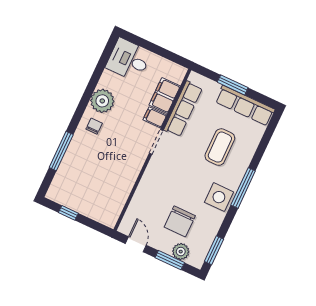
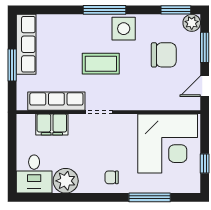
plant: (102, 101) -> (66, 181), moved
filing cabinet: (155, 117) -> (77, 124), removed
coffee table: (220, 147) -> (101, 64), moved
corner desk: (101, 189) -> (168, 144), added
plant: (181, 252) -> (192, 23), moved

